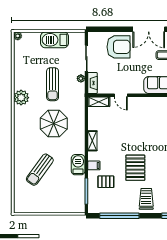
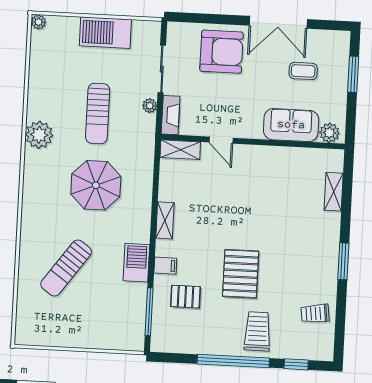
window: (119, 216) -> (233, 361), moved

